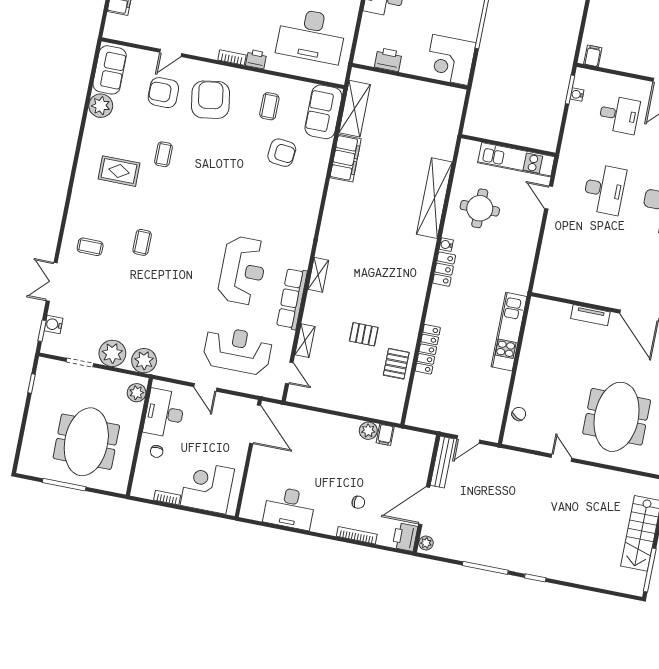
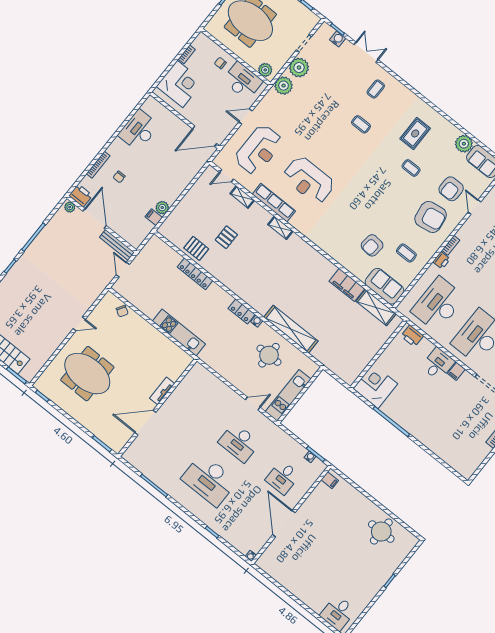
printer: (388, 60) -> (412, 336), moved, turned 90
armchair: (163, 93) -> (451, 189), turned 180

